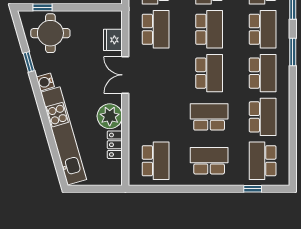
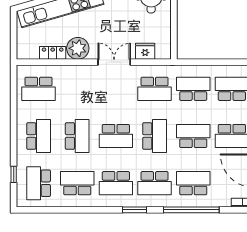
school desk: (209, 29) -> (155, 136), turned -90
school desk: (263, 117) -> (77, 183), turned 180
school desk: (263, 161) -> (39, 183), turned -90

